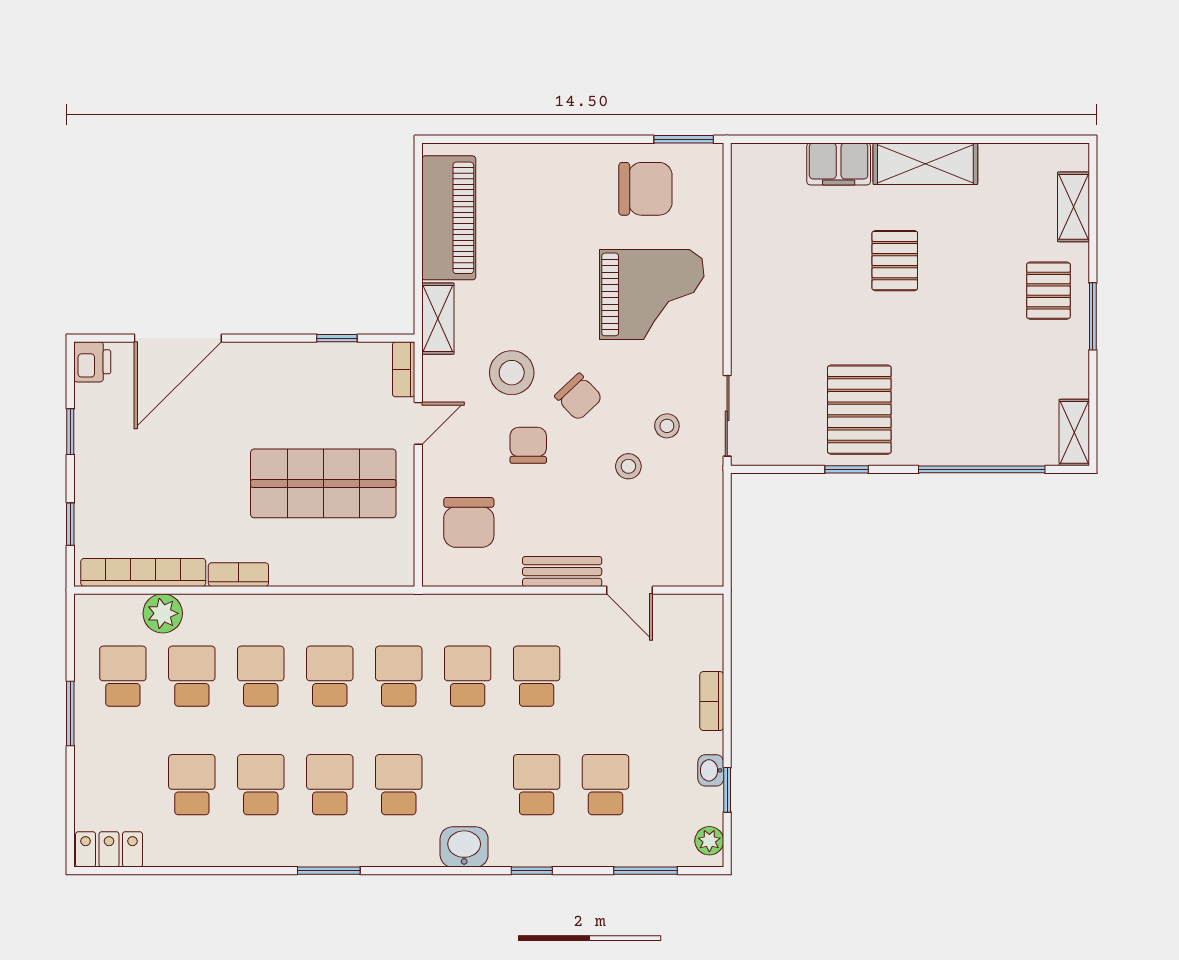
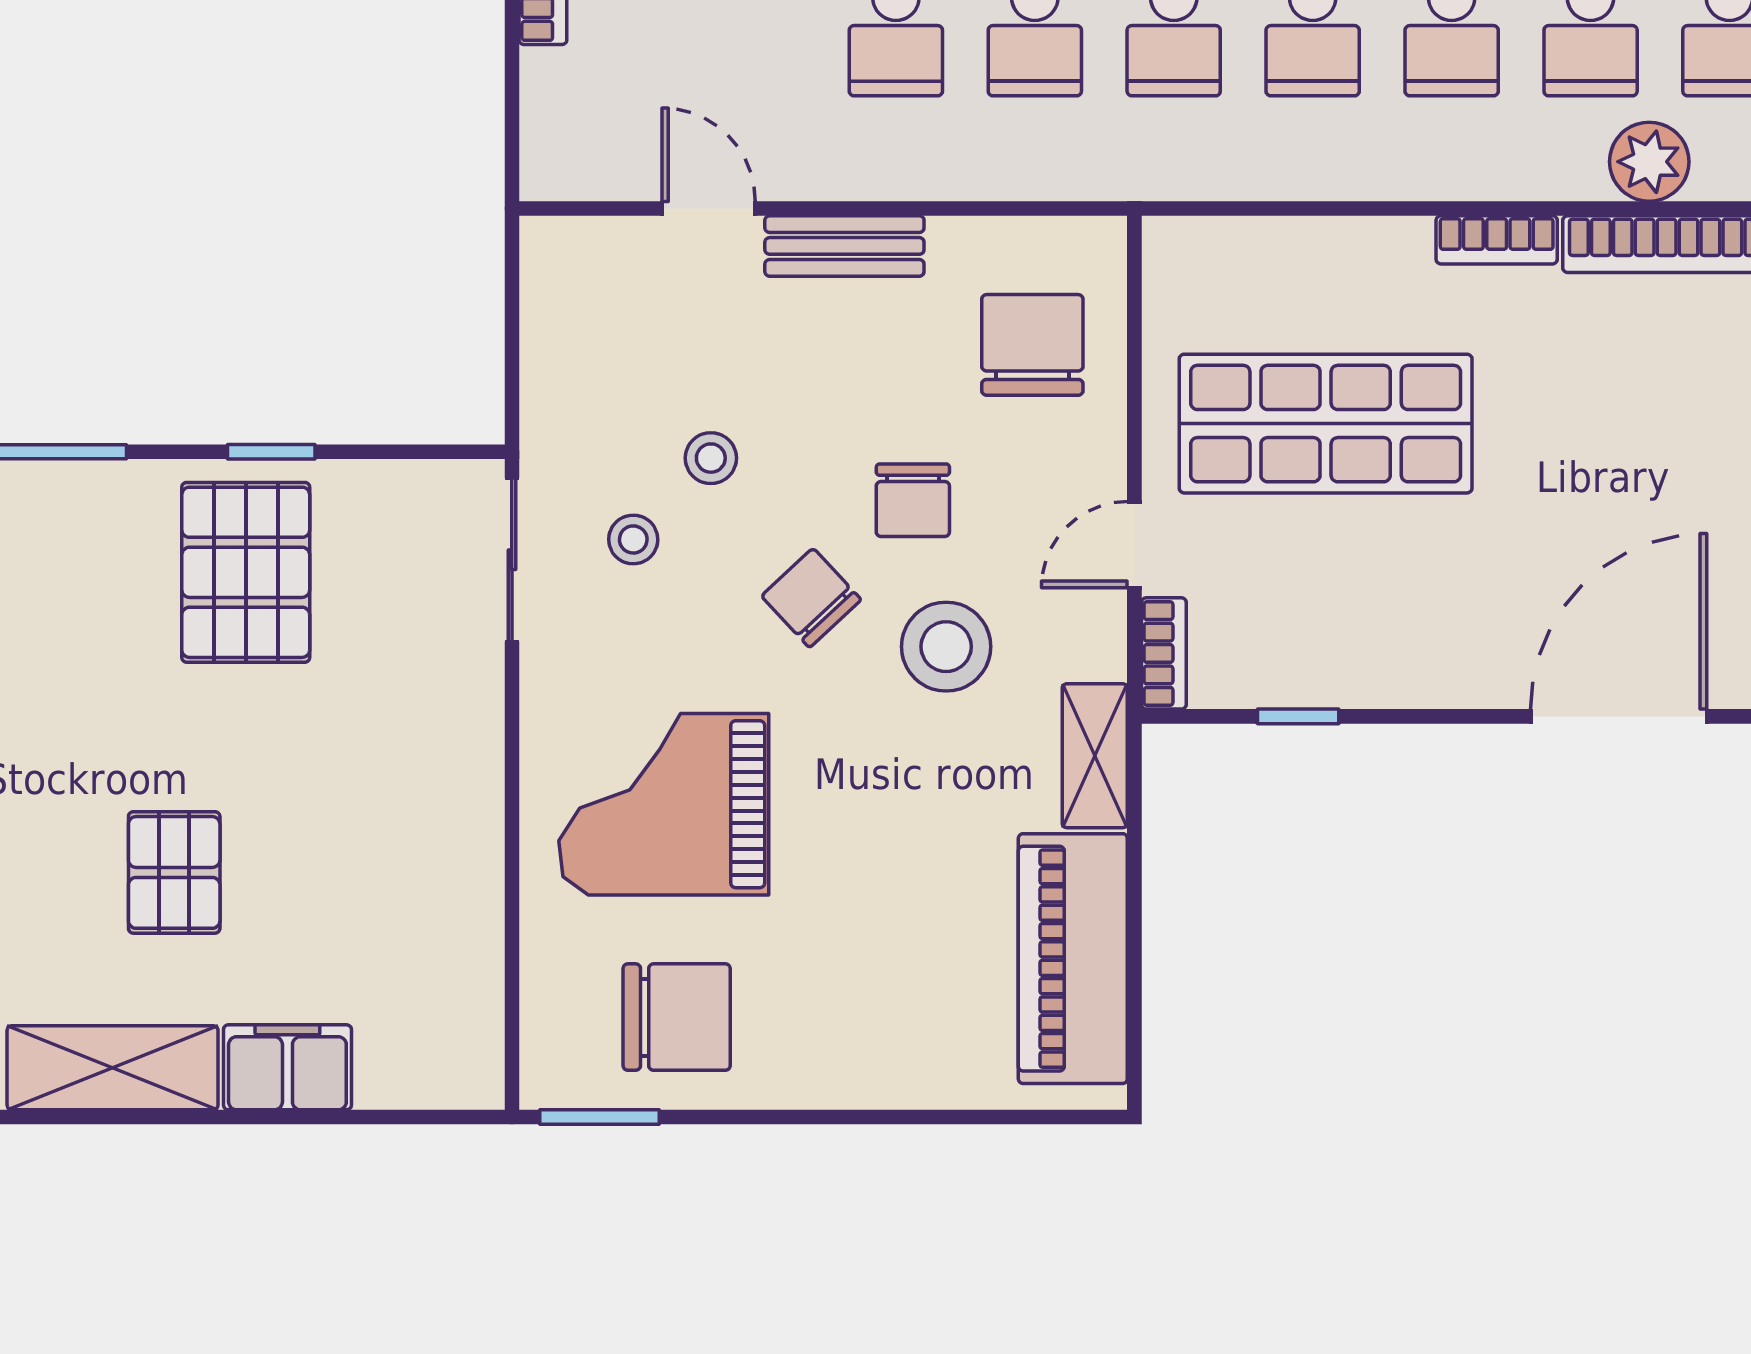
chair: (645, 189) -> (677, 1017), turned 180

